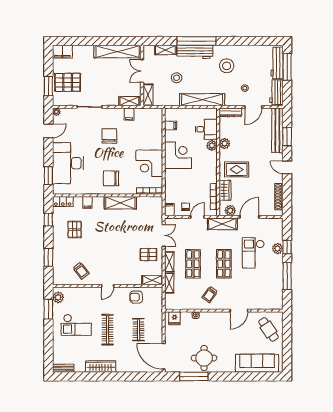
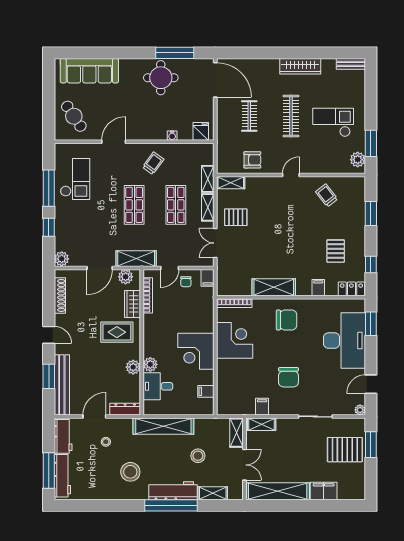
filing cabinet: (62, 52) -> (324, 491), moved
plant: (278, 249) -> (62, 259), moved
checkout: (253, 253) -> (75, 179), moved

